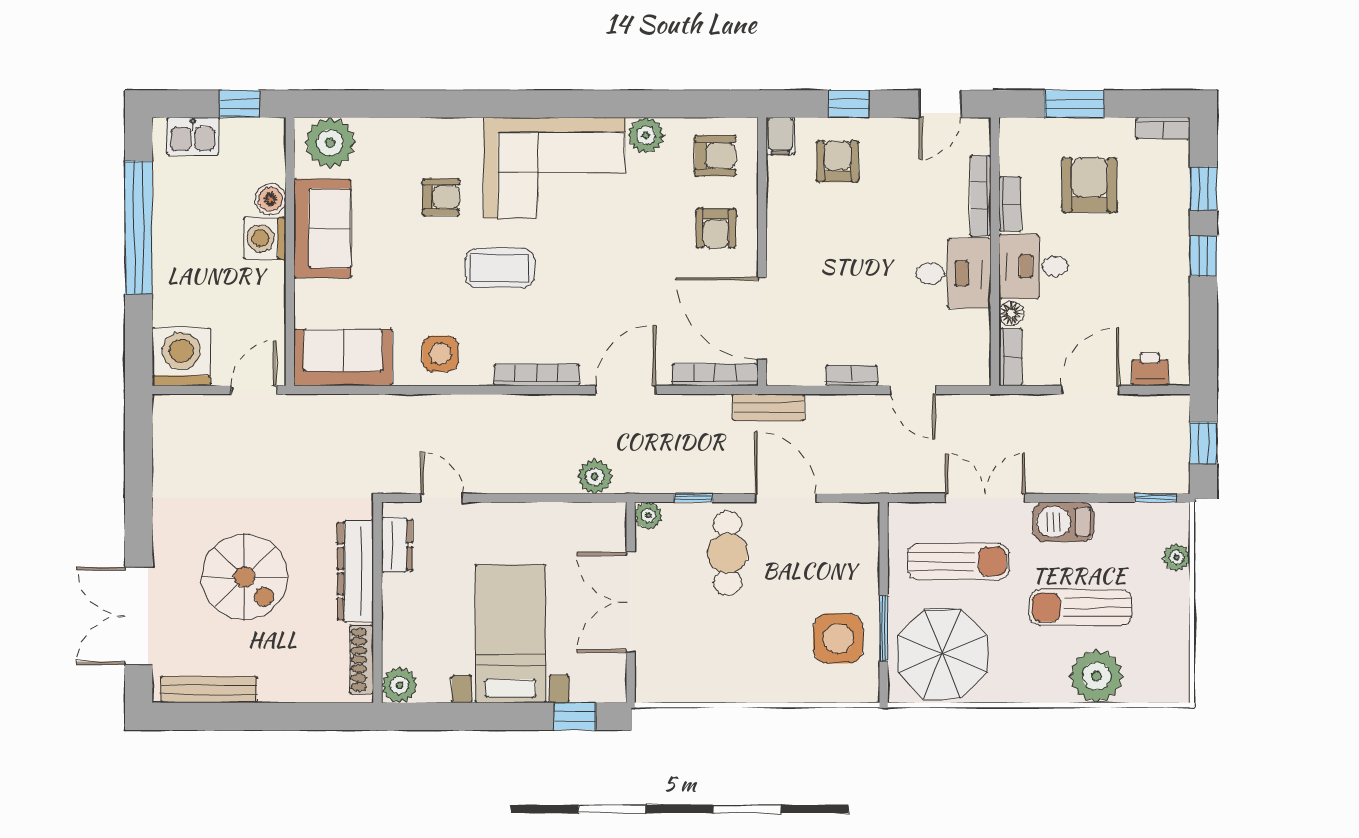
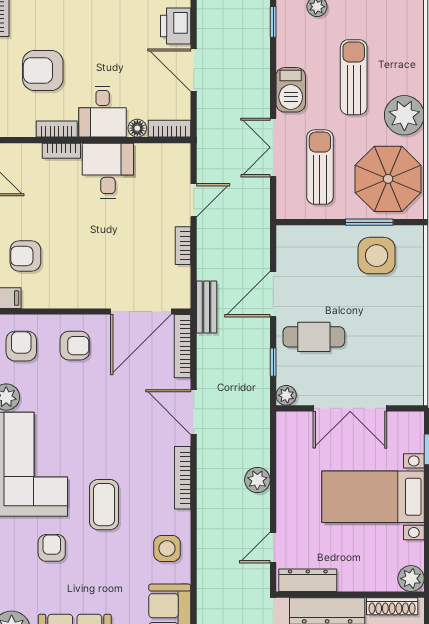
bookcase: (981, 196) -> (61, 151), width x0.64
printer: (1150, 369) -> (176, 26), width x1.36, depth x1.24
plant: (595, 477) -> (257, 480), moved
dresser: (397, 545) -> (308, 580), width x1.44
sun lounger: (1080, 607) -> (354, 77), turned 180
plant: (1096, 676) -> (404, 115), moved

